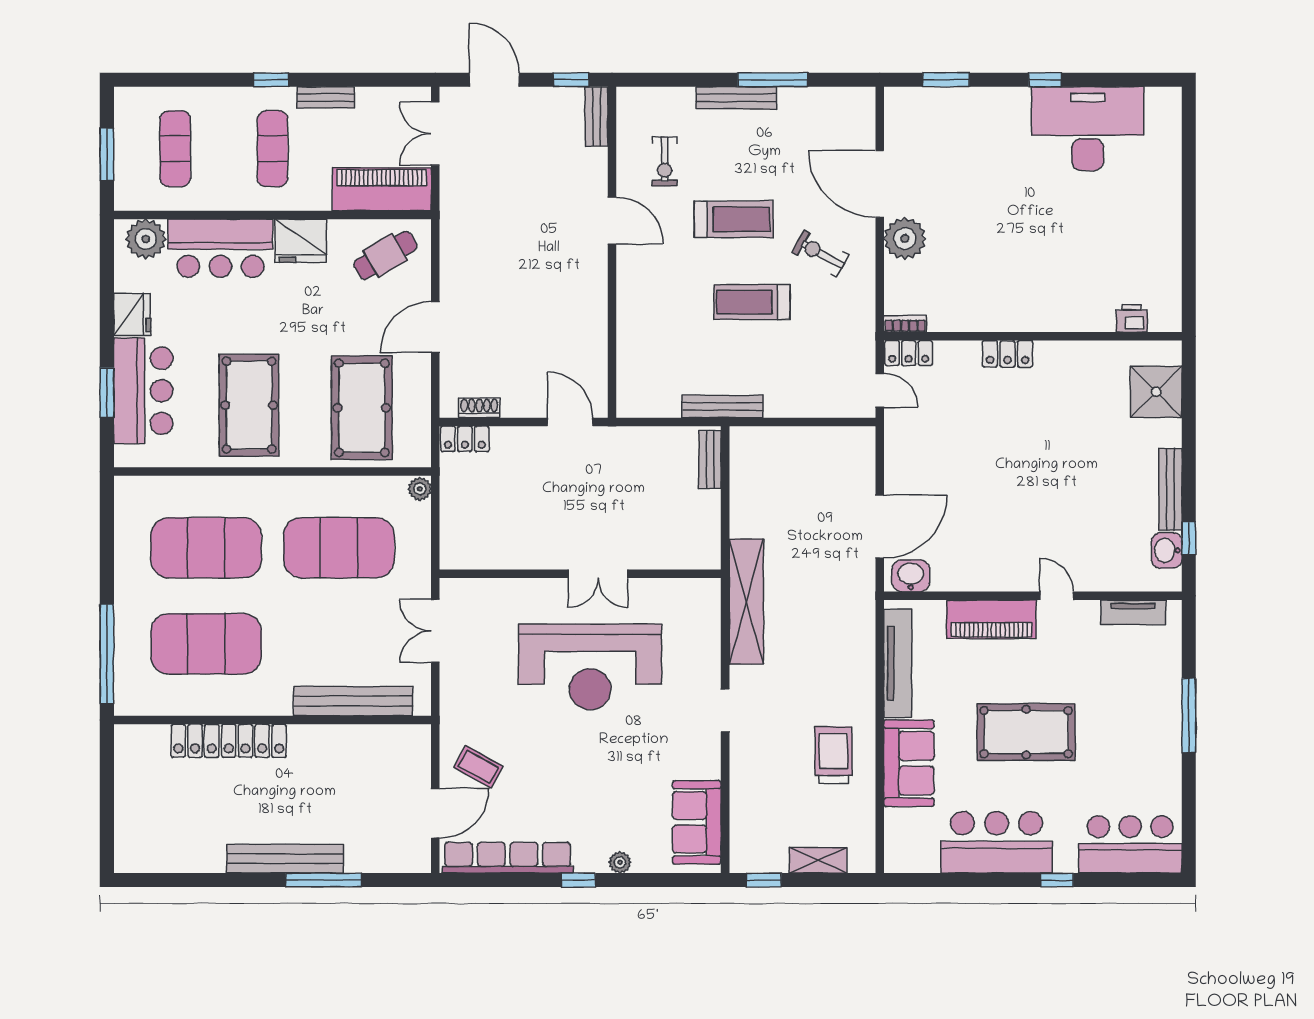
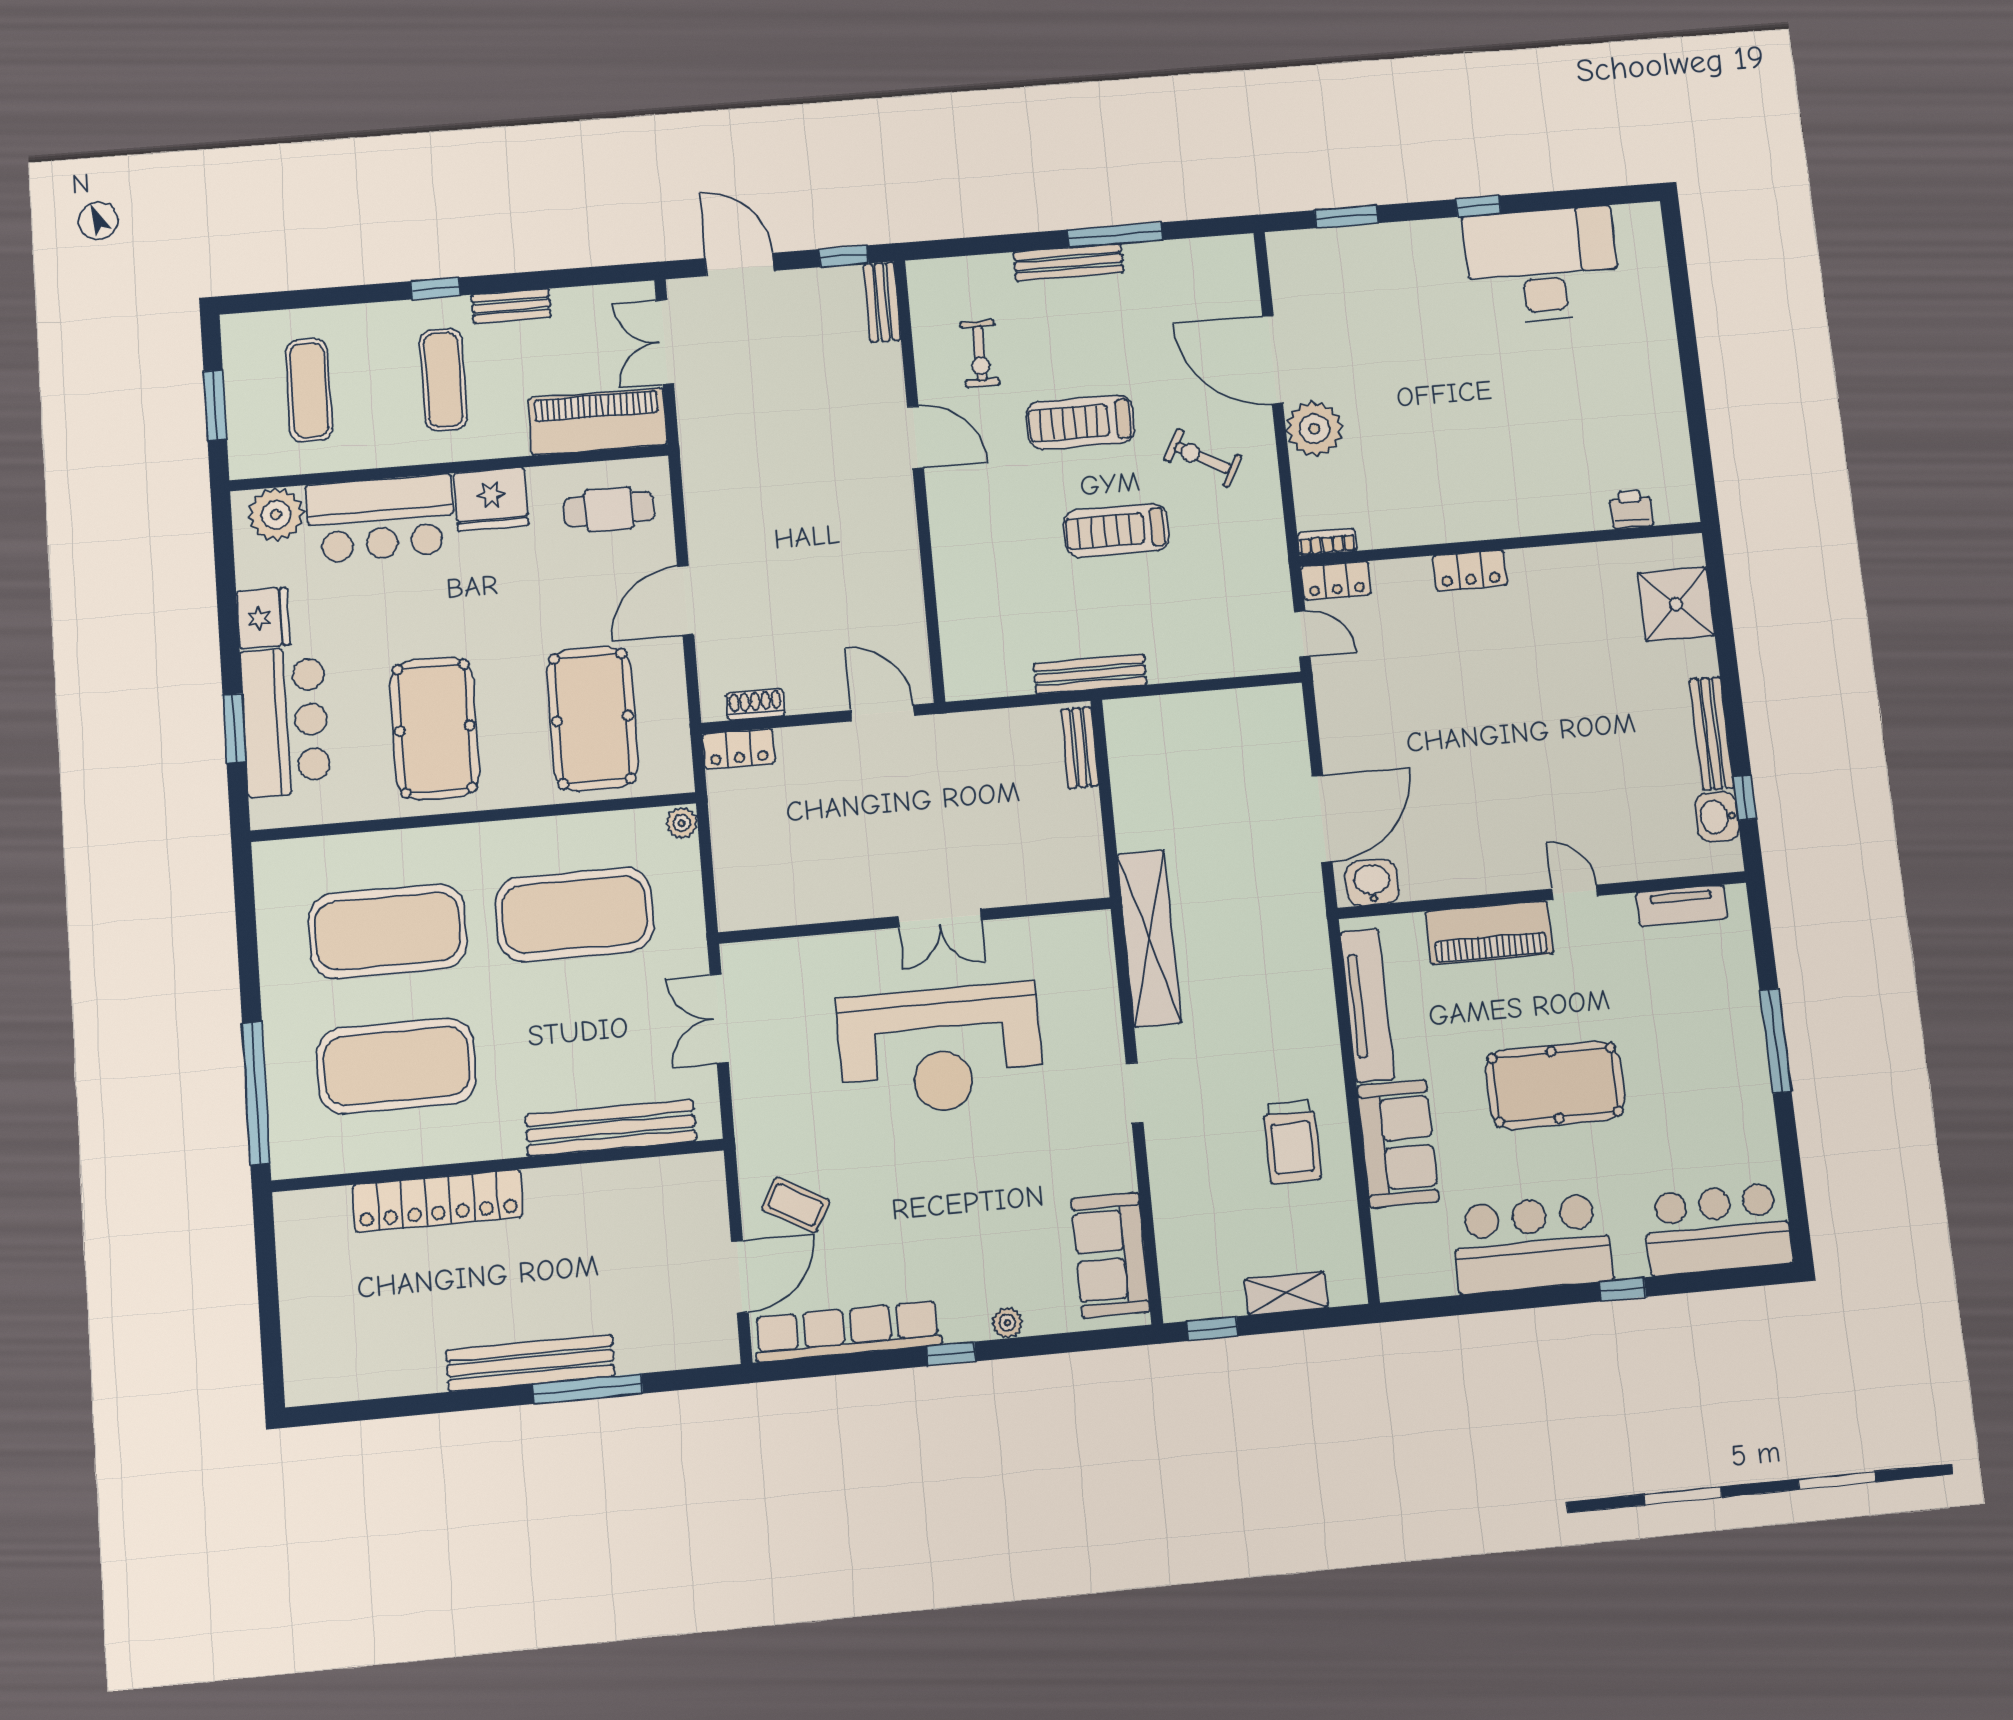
treadmill: (734, 219) -> (1081, 422), turned 180
cafe table: (385, 255) -> (609, 509), turned 31
trolley: (834, 755) -> (1292, 1142), turned 180

